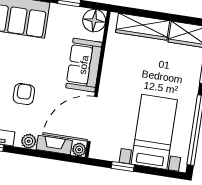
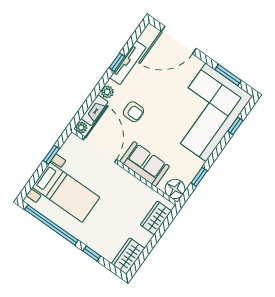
wardrobe: (143, 27) -> (156, 218), width x0.67
armchair: (24, 94) -> (133, 112), moved

